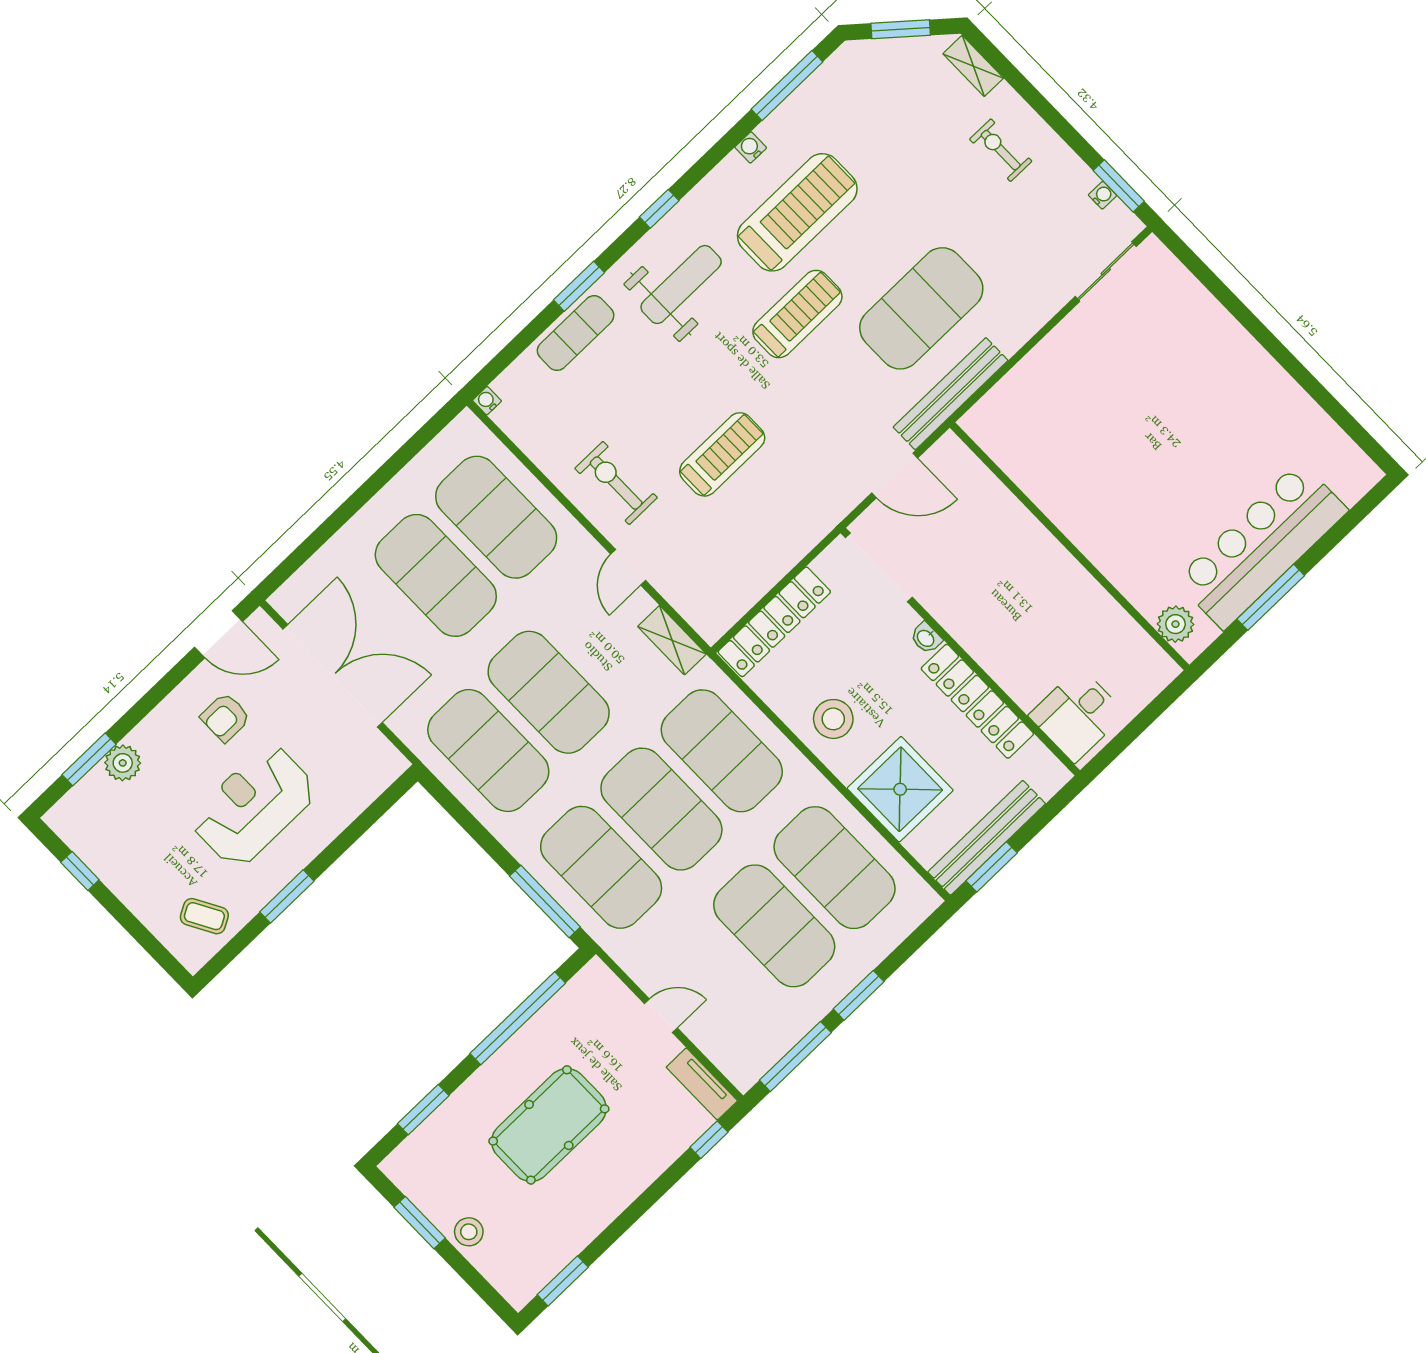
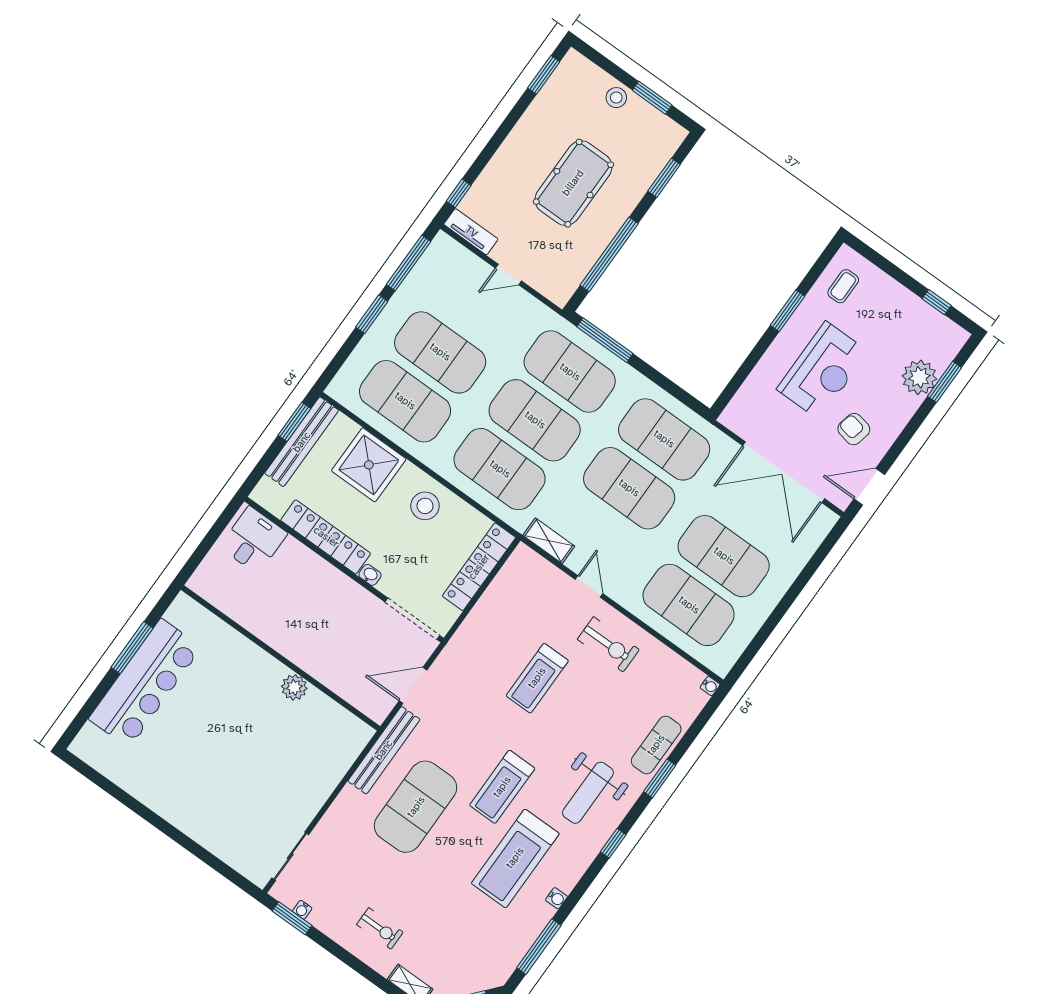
plant: (1175, 624) -> (294, 687), moved
armchair: (225, 717) -> (854, 429), turned -78
plant: (123, 763) -> (919, 377), width x1.36, depth x1.36
coffee table: (204, 916) -> (843, 286), turned -61

